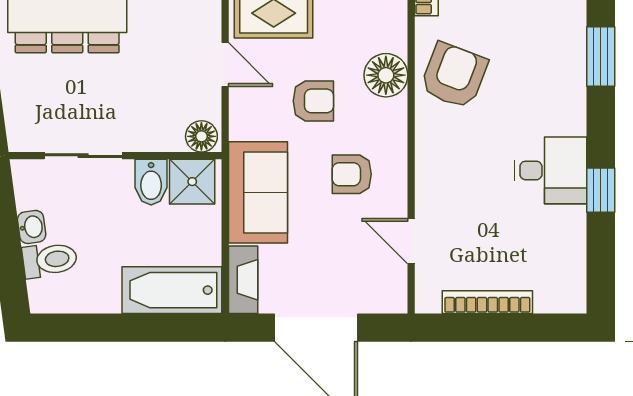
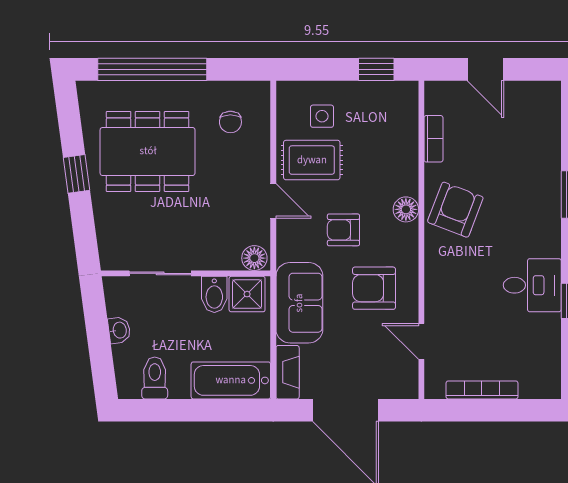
floor lamp: (386, 75) -> (406, 209), width x0.73, depth x0.73
armchair: (313, 101) -> (343, 230), turned 180
armchair: (352, 174) -> (374, 288), width x1.38, depth x1.38
toilet: (50, 260) -> (155, 378), moved, turned -82

